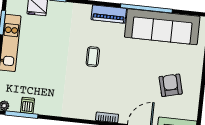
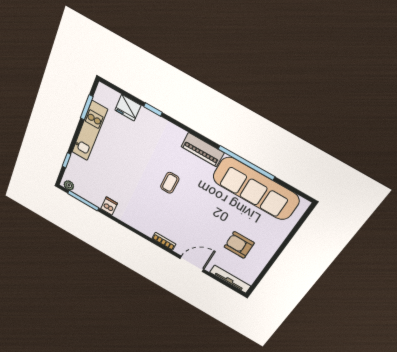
armchair: (171, 85) -> (239, 245), turned -76
dishwasher: (27, 105) -> (109, 206), moved

